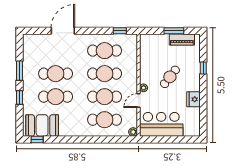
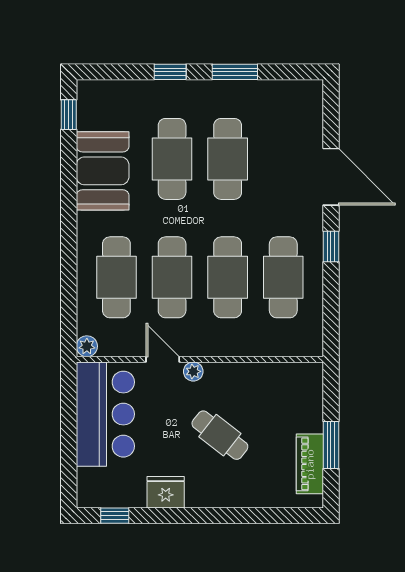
window: (120, 31) -> (331, 247), moved
window: (203, 68) -> (115, 516), moved
booth: (42, 125) -> (103, 171), moved

